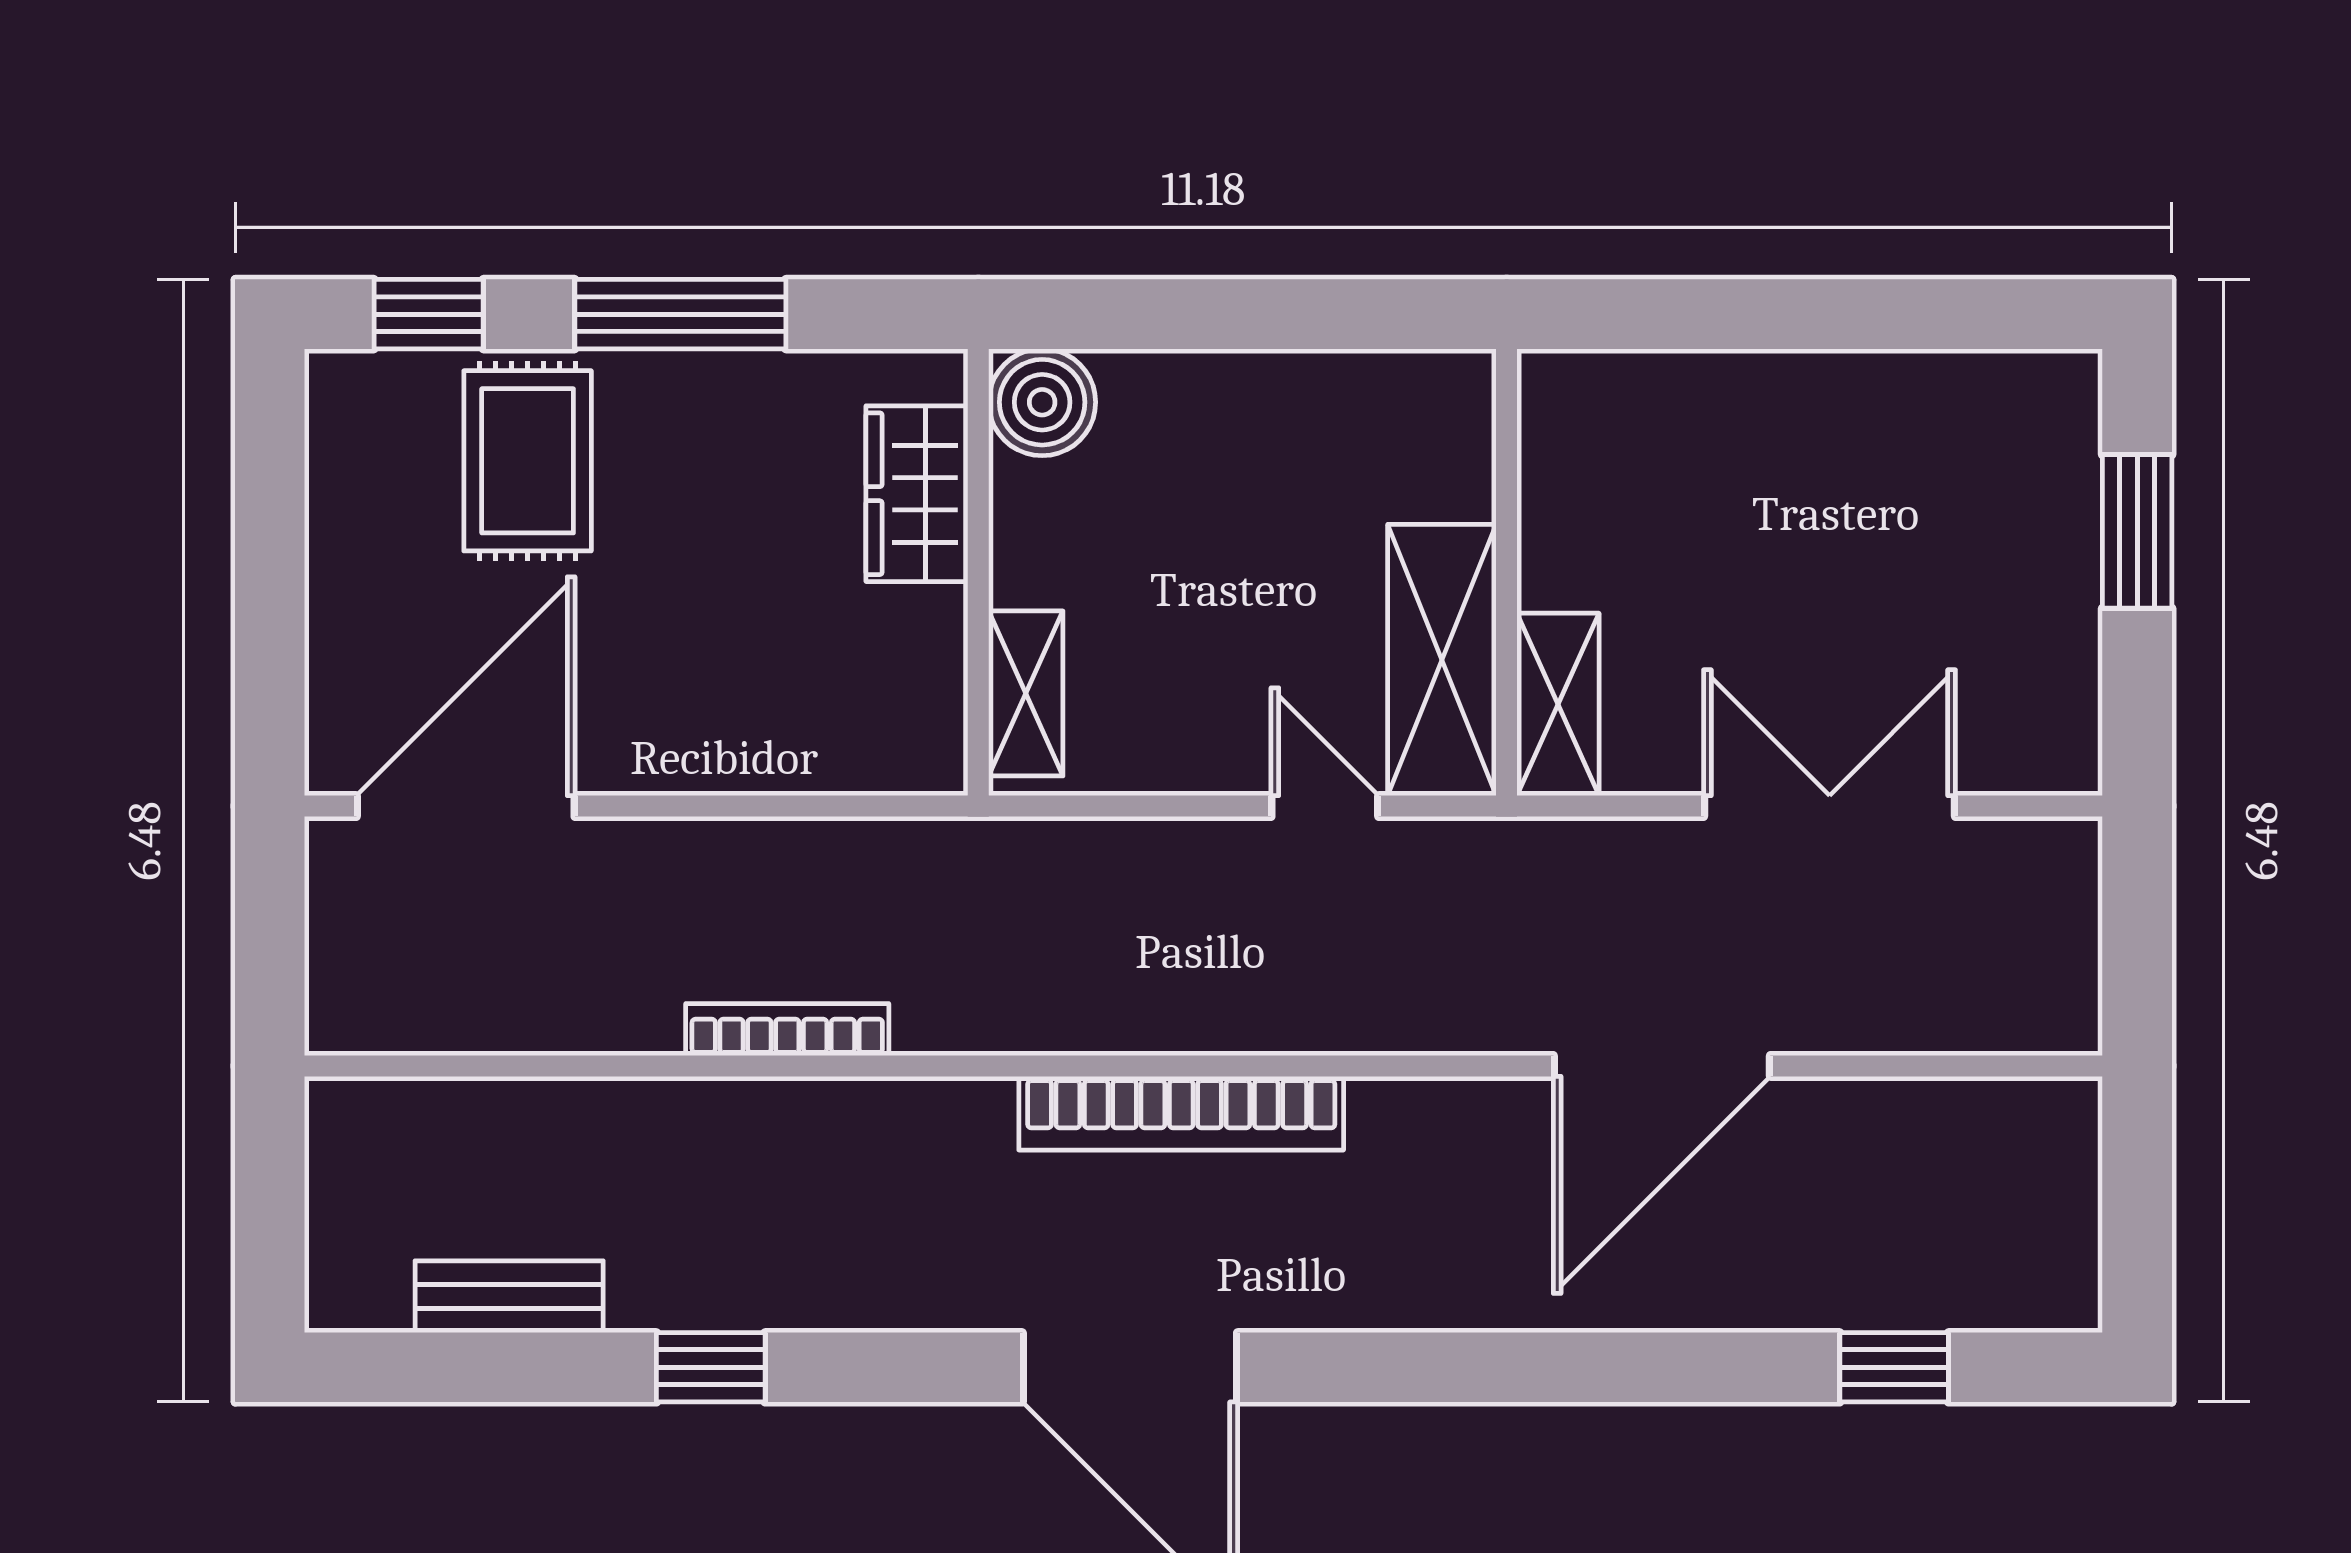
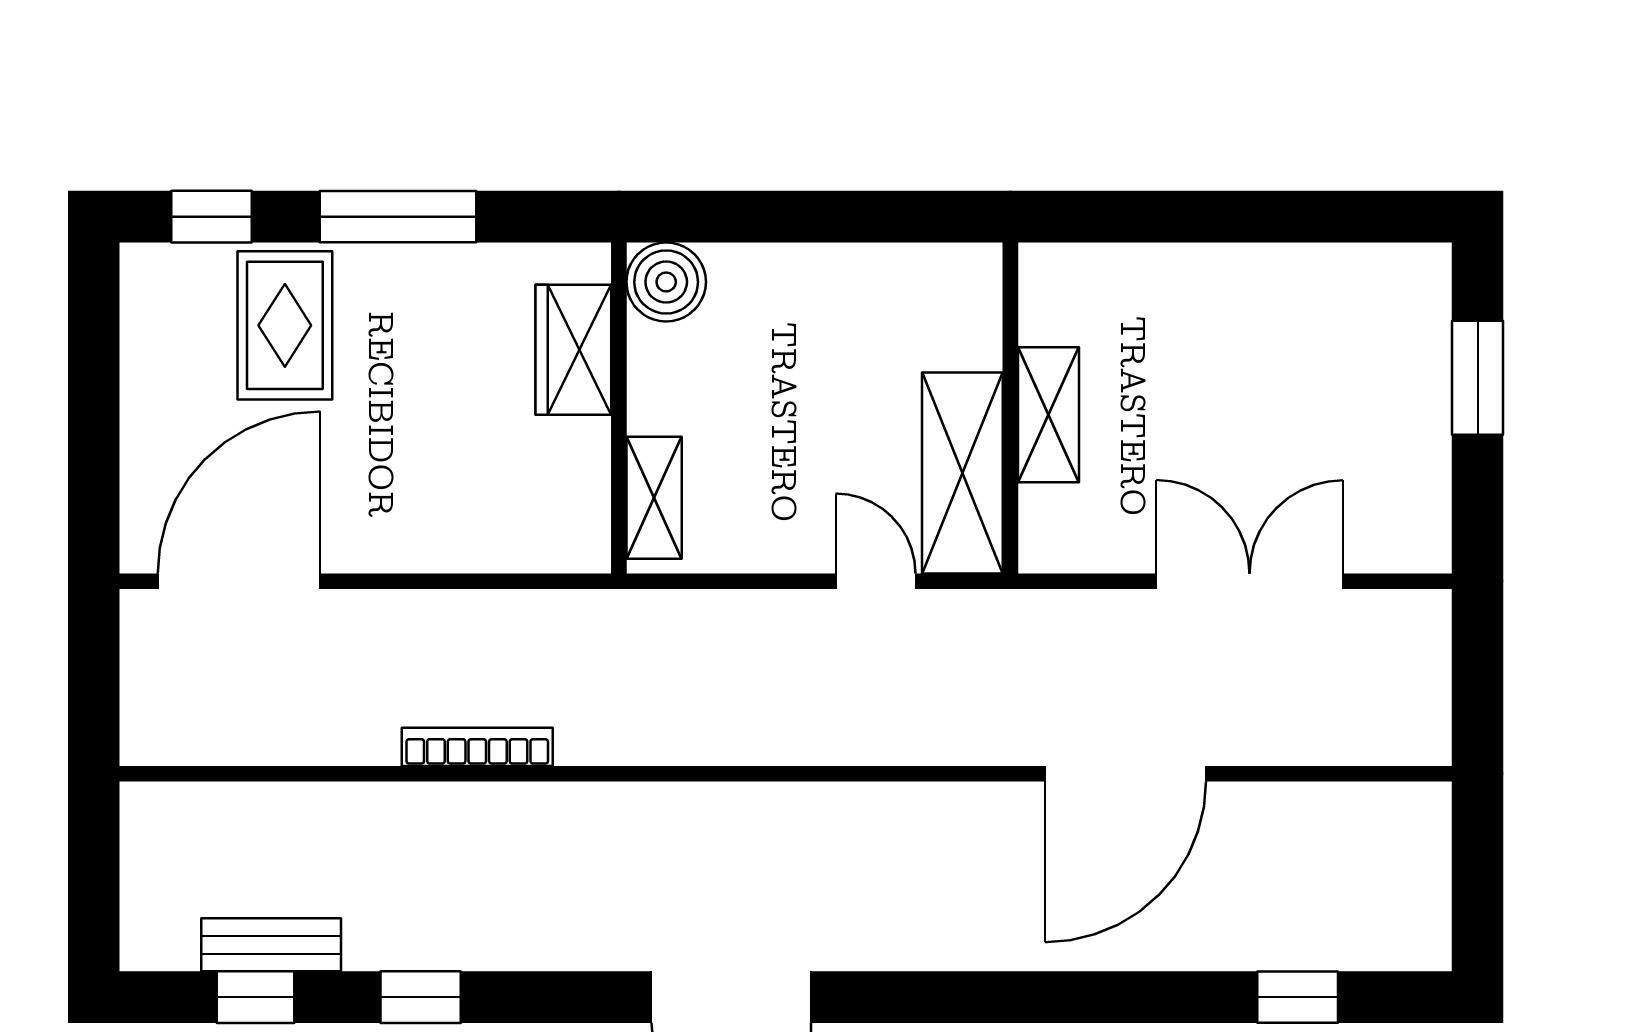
shelving: (1558, 704) -> (1048, 415), moved
bookcase: (1181, 1113) -> (769, 809), removed
window: (488, 1367) -> (256, 997), added

